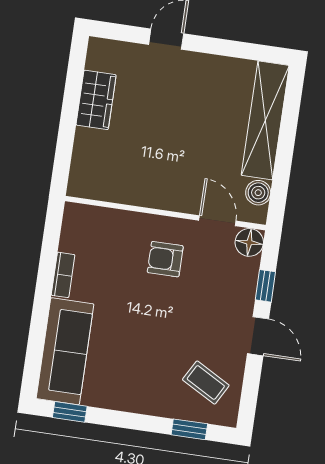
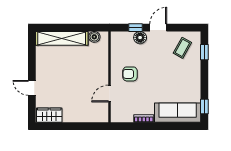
wardrobe: (96, 100) -> (49, 115), moved
door: (217, 221) -> (109, 94), moved
floor lamp: (249, 242) -> (140, 38), moved
armchair: (165, 259) -> (130, 74), turned 90

